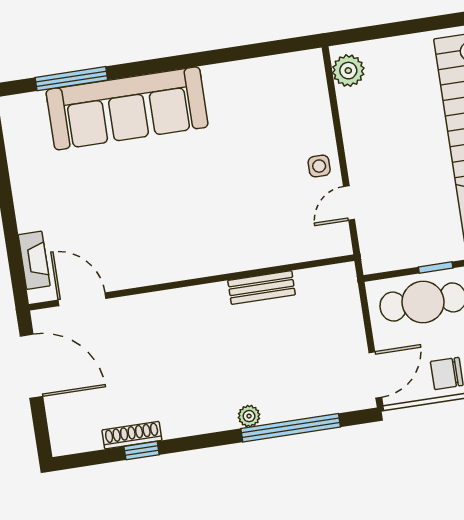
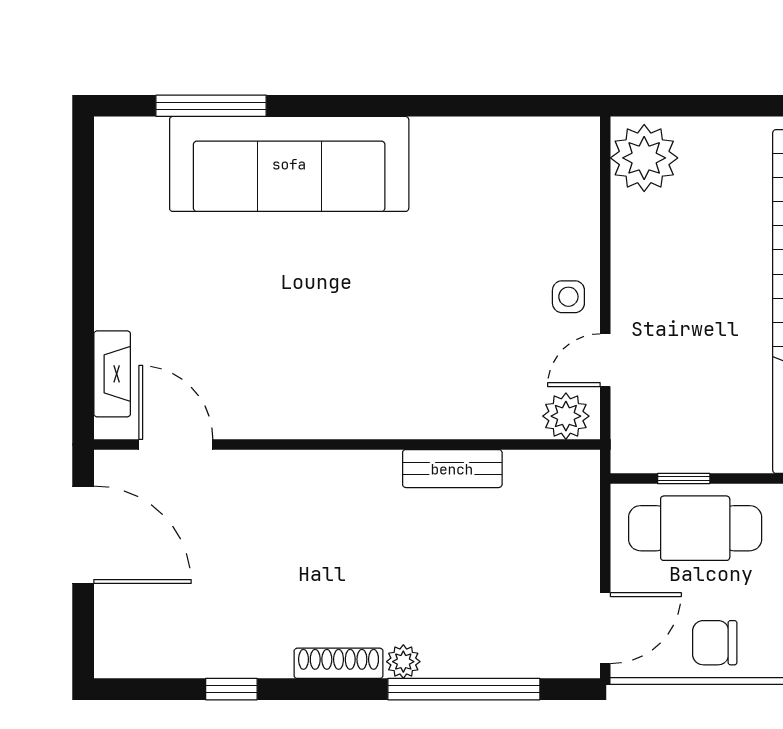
plant: (348, 71) -> (644, 158), width x1.36, depth x1.36
plant: (329, 243) -> (566, 416), added
window: (436, 268) -> (684, 479), moved
shoe rack: (132, 435) -> (339, 663), moved

